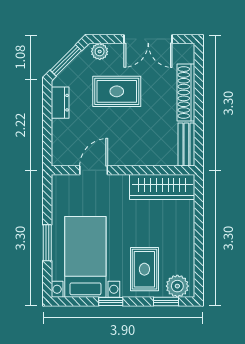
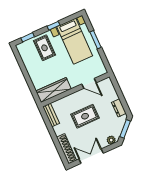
rug: (117, 91) -> (85, 116), moved
shoe rack: (186, 92) -> (67, 149), moved
door: (94, 170) -> (89, 83), hinge flipped
plant: (177, 286) -> (26, 47), removed

